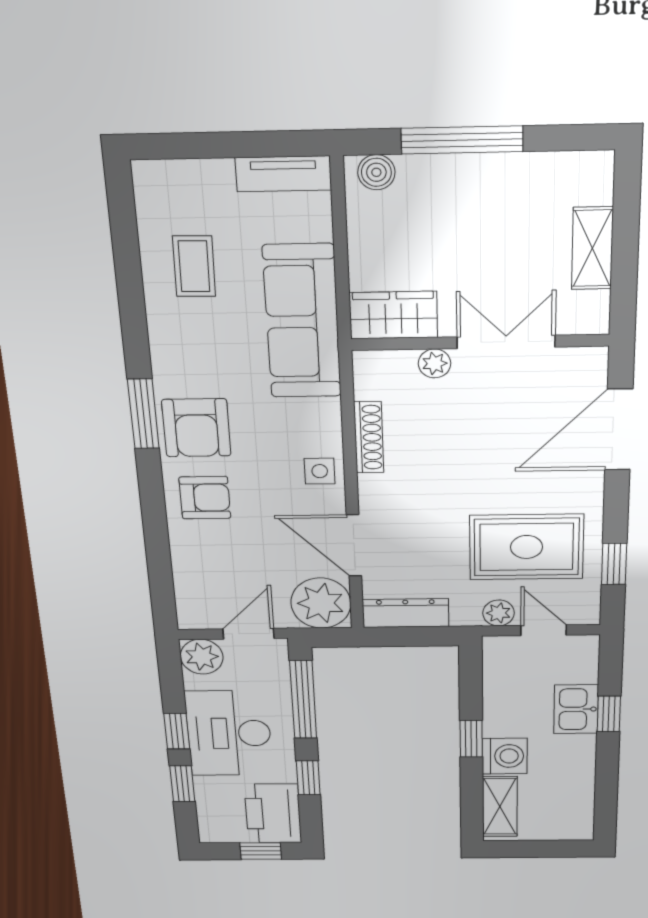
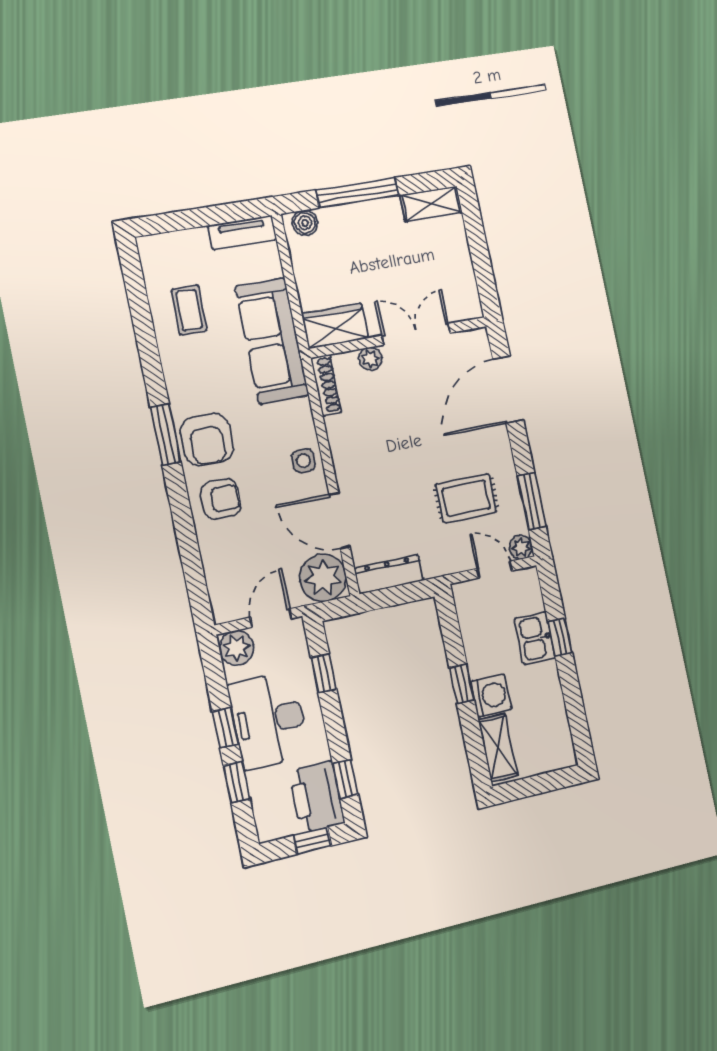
shelving: (592, 248) -> (431, 204), moved, turned 90
shoe rack: (369, 437) -> (326, 385), moved
rug: (527, 547) -> (466, 498), width x0.73, depth x0.70
window: (614, 564) -> (532, 501), width x1.50
plant: (499, 613) -> (521, 547), moved
window: (303, 700) -> (324, 673), width x0.46
window: (308, 778) -> (346, 779), moved

